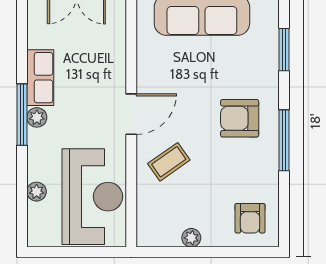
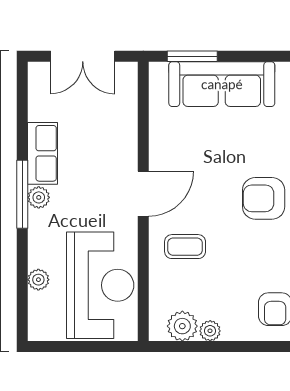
coffee table: (169, 162) -> (185, 247), turned 35
plant: (166, 234) -> (182, 326), added

